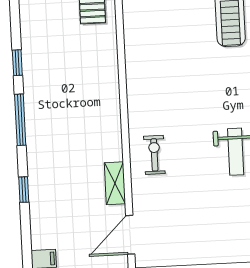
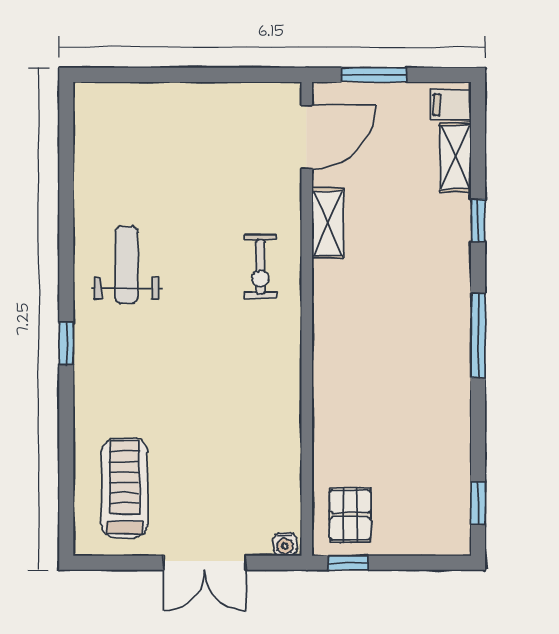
window: (17, 63) -> (478, 503), moved
shelving: (39, 227) -> (455, 157), added

